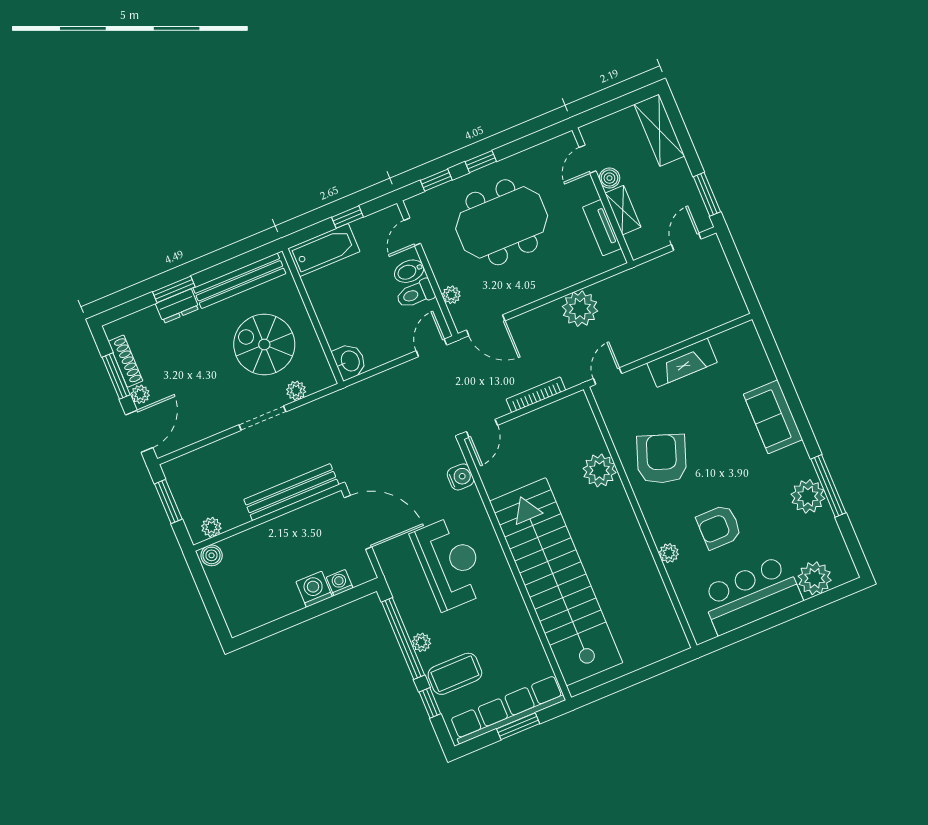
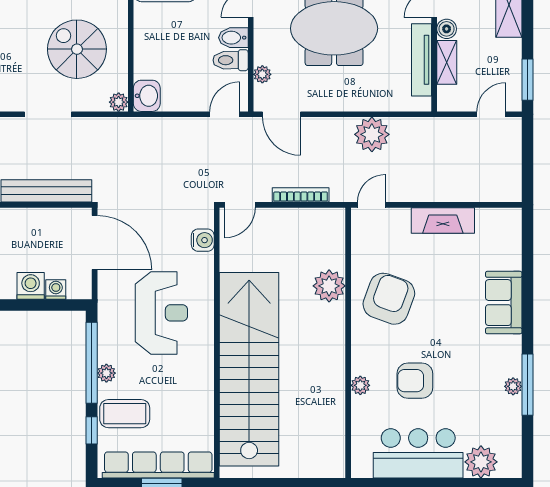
tv unit: (602, 228) -> (422, 60), width x1.41
plant: (296, 391) -> (119, 102), moved
plant: (808, 496) -> (513, 386), width x0.53, depth x0.53

